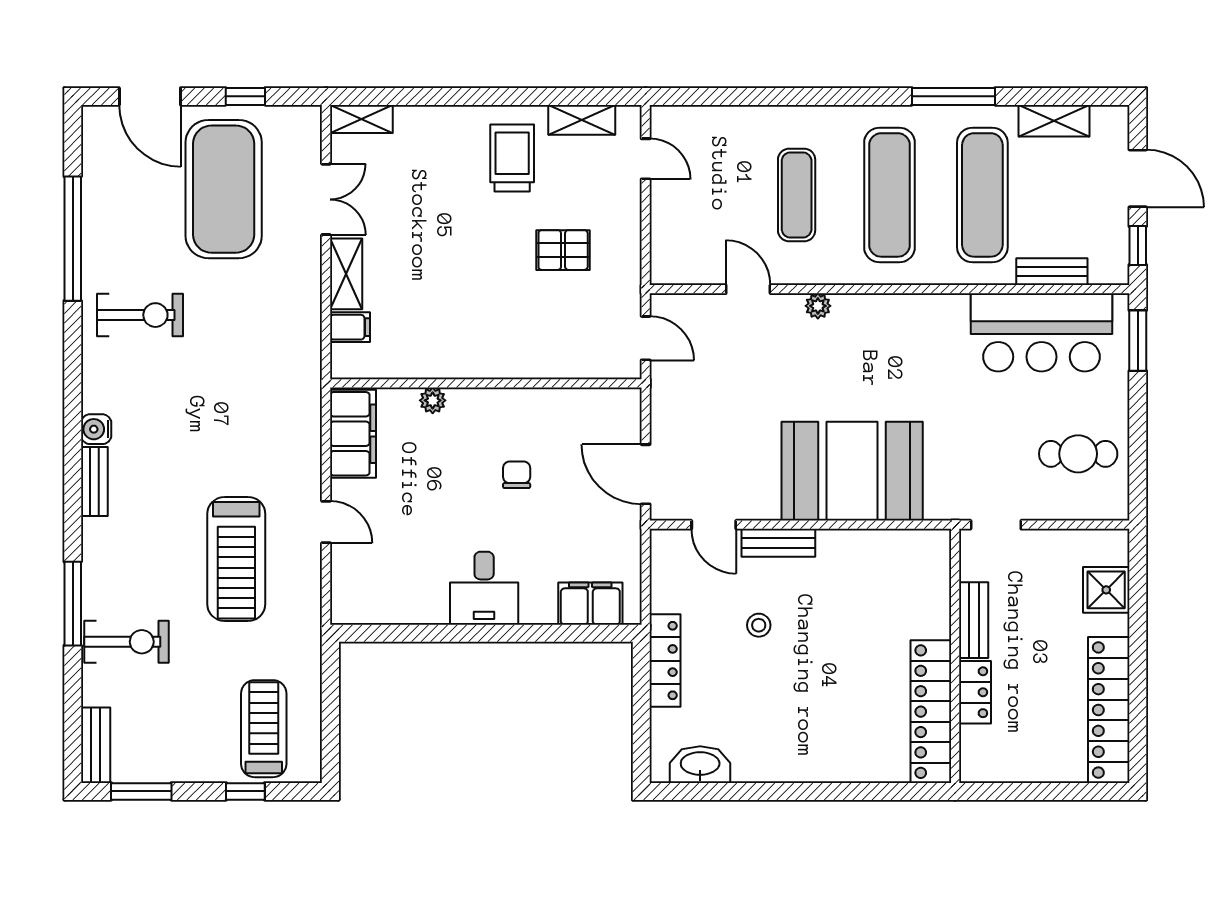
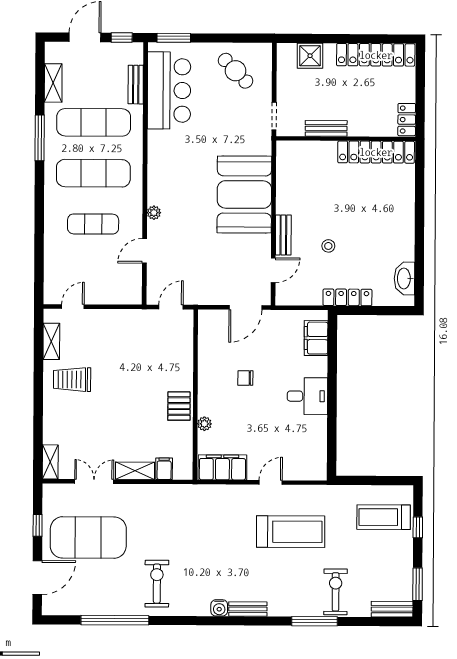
pallet: (563, 250) -> (179, 406), moved
cafe table: (1078, 454) -> (236, 71), turned -44
locker: (975, 692) -> (407, 120), moved, turned -90

